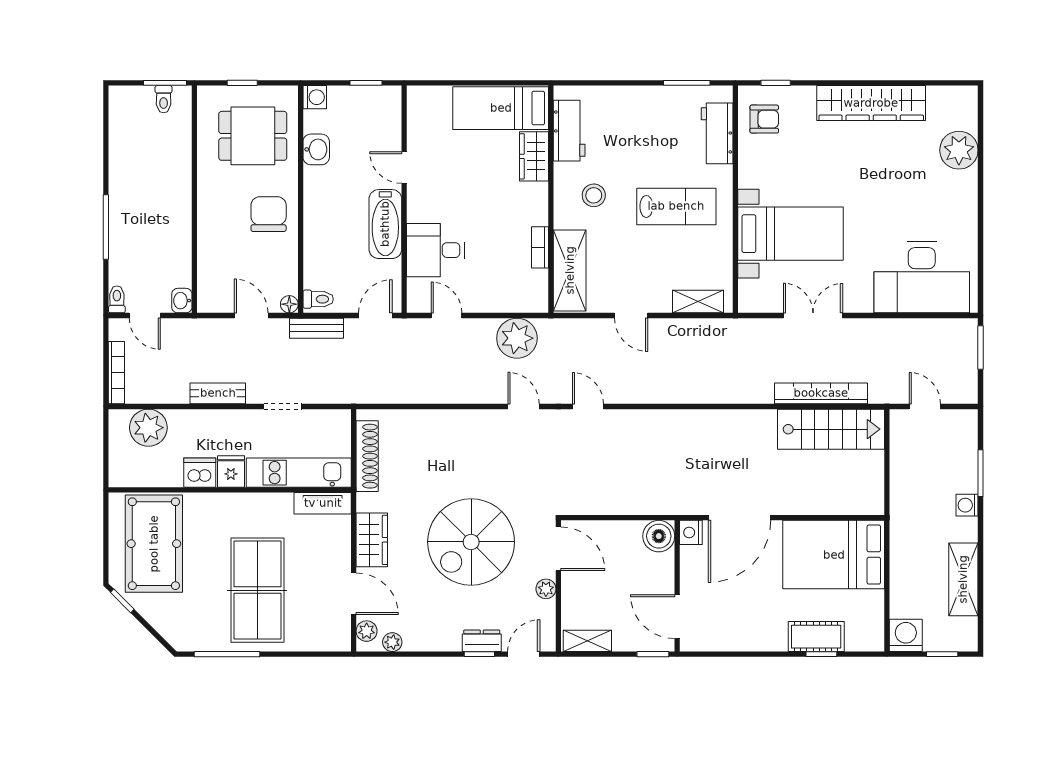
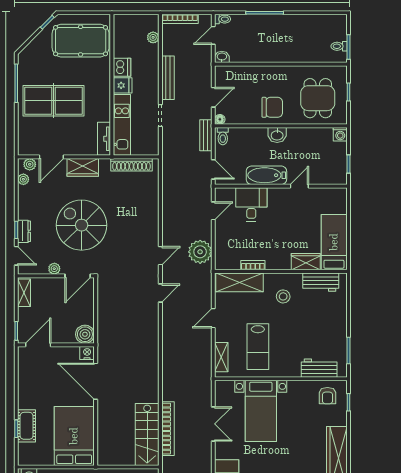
washbasin: (316, 149) -> (277, 135), moved
lab bench: (676, 206) -> (258, 347), moved
bench: (218, 393) -> (168, 78), width x1.36
plant: (148, 428) -> (153, 37), width x0.53, depth x0.53

